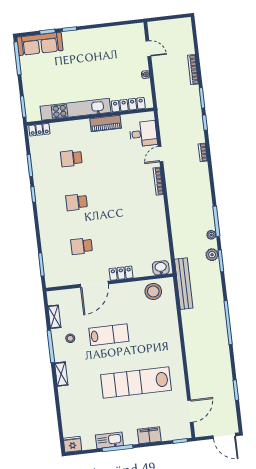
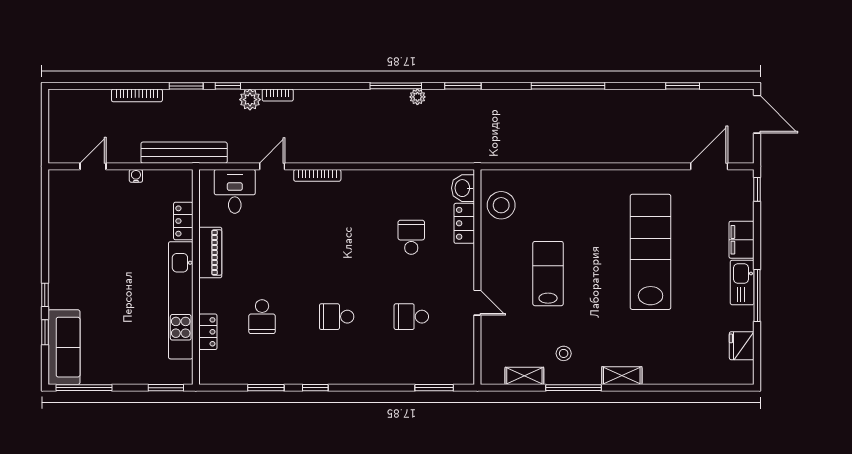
locker: (128, 105) -> (183, 221), width x0.66
locker: (39, 130) -> (208, 332), moved
door: (161, 154) -> (272, 166), swing flipped
school desk: (76, 202) -> (337, 317), turned 90
school desk: (128, 241) -> (411, 237), added
school desk: (82, 246) -> (411, 317), turned 90
plant: (212, 255) -> (250, 100), moved
locker: (121, 273) -> (464, 223), moved
door: (94, 284) -> (477, 303), width x0.53
bench: (184, 284) -> (184, 153), moved
lab bench: (109, 335) -> (548, 274), moved
lab bench: (136, 383) -> (651, 252), turned 180
door: (190, 411) -> (709, 166), hinge flipped
door: (224, 436) -> (757, 114), hinge flipped
kitchen sink: (109, 440) -> (742, 282), moved
fridge: (72, 444) -> (742, 346), moved

